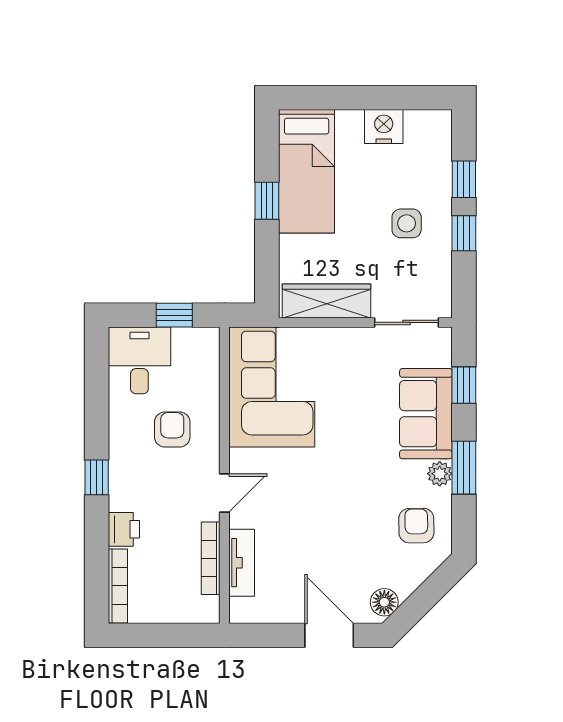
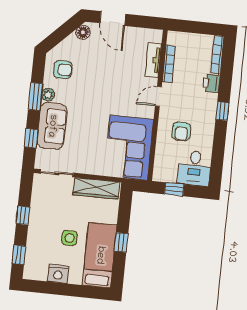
window: (464, 179) -> (19, 255), moved
side table: (407, 223) -> (69, 238), moved
armchair: (416, 526) -> (63, 70), turned -89

